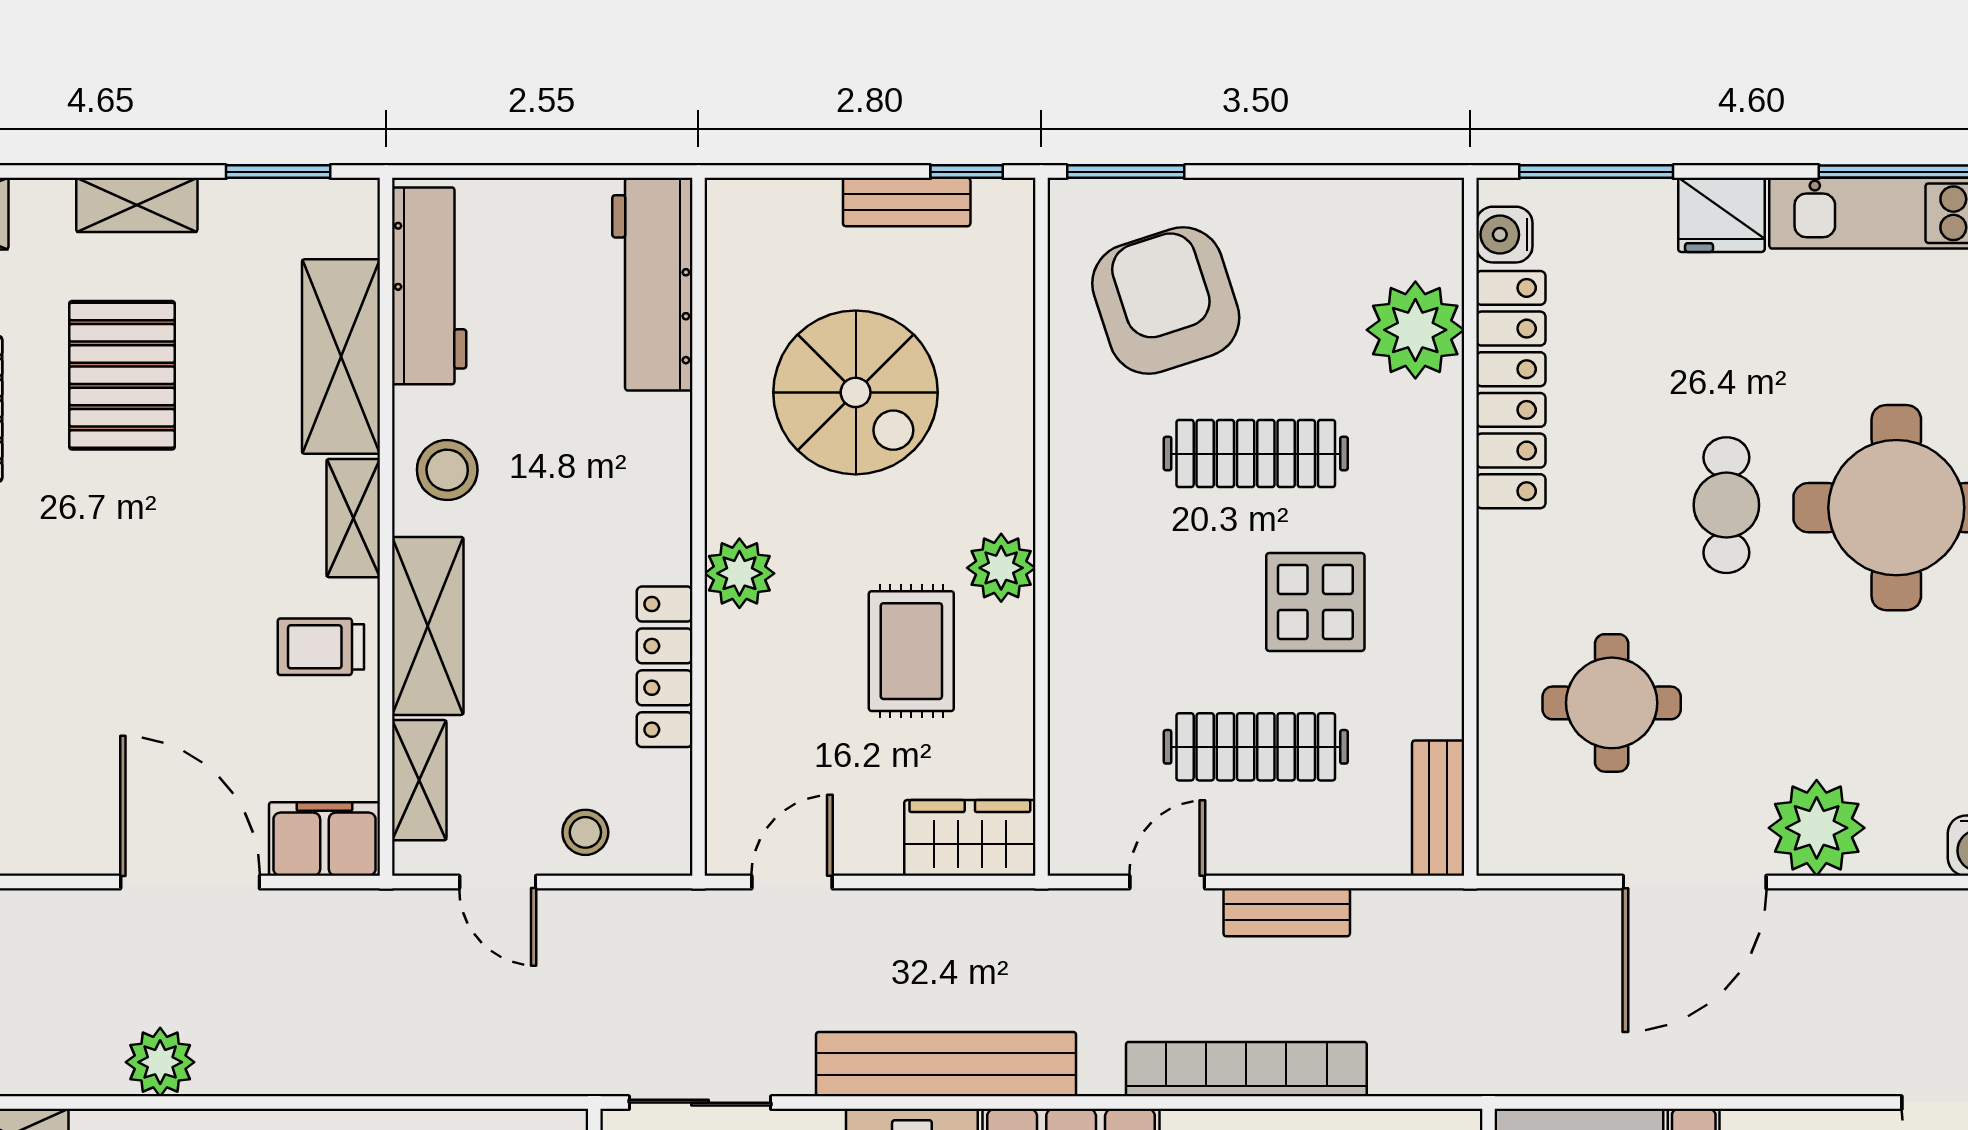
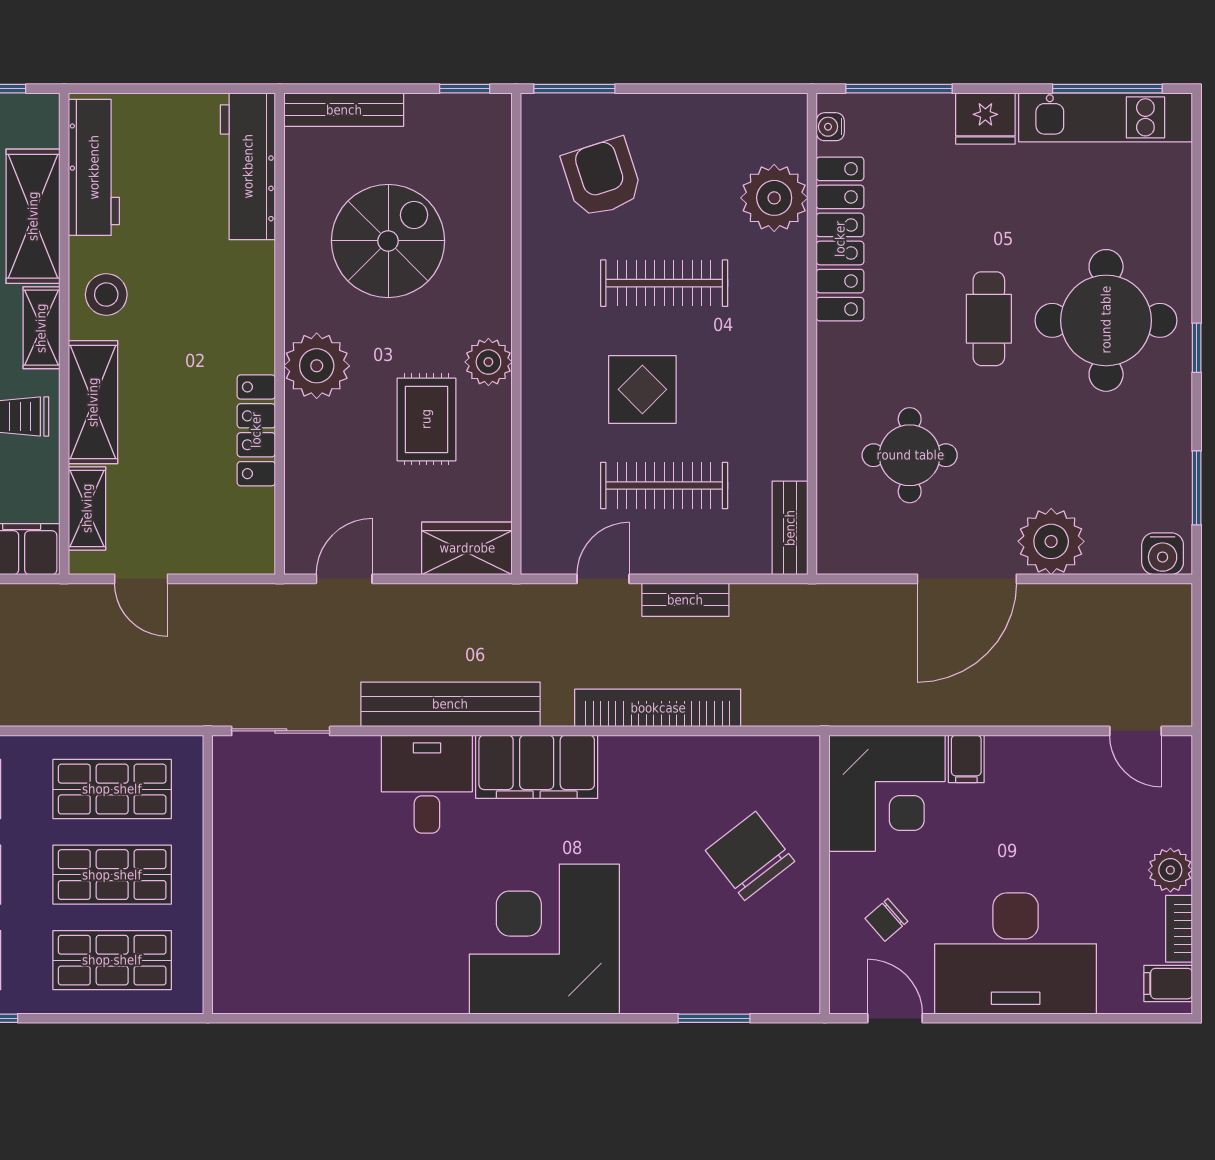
bench: (907, 202) -> (344, 110), moved, width x1.36
water cooler: (1504, 235) -> (830, 127), width x0.72, depth x0.72
armchair: (1166, 301) -> (602, 178), width x0.73, depth x0.73
spiral stairs: (856, 392) -> (388, 241), turned -90
plant: (739, 573) -> (317, 366), width x1.36, depth x1.36
display table: (1315, 602) -> (642, 389), moved
stool: (585, 832) -> (202, 544), removed

